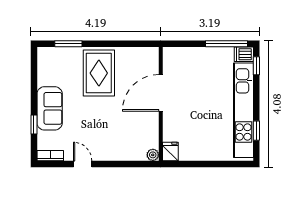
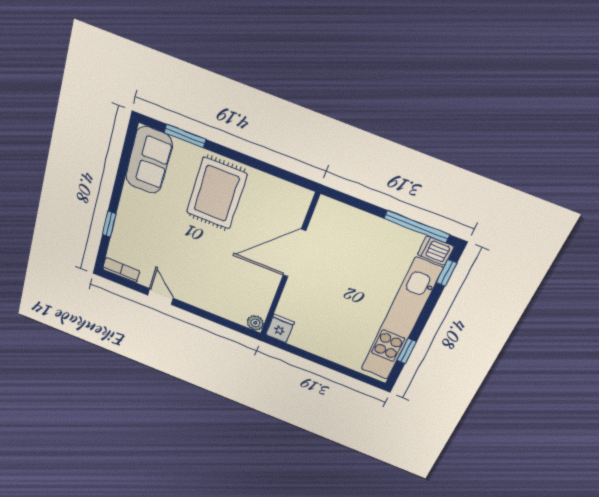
sofa: (50, 108) -> (149, 160), moved

